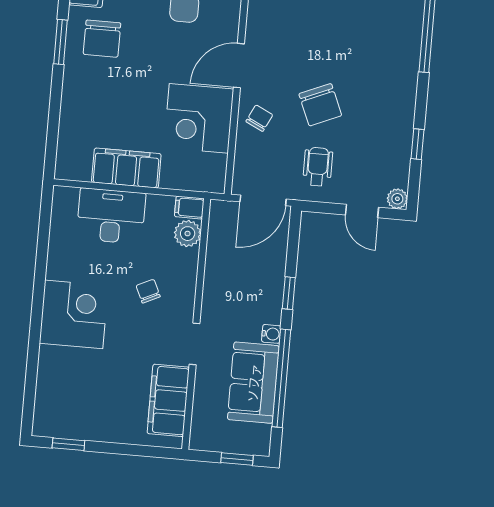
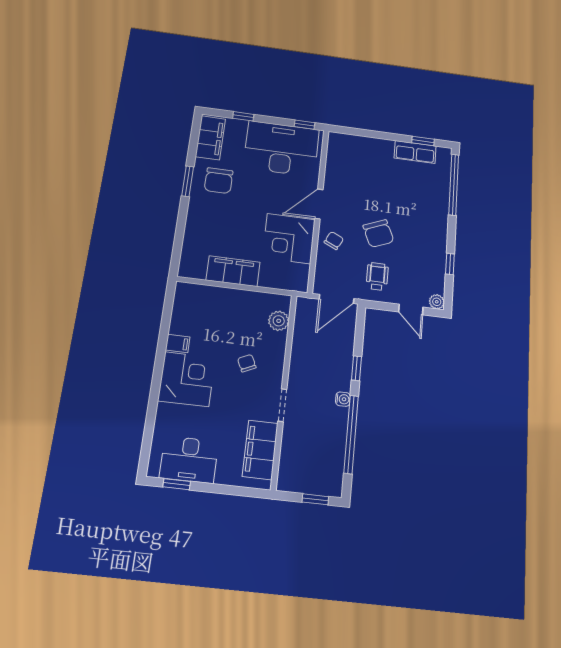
filing cabinet: (189, 208) -> (178, 344), moved, turned 180
desk: (111, 216) -> (189, 460), moved, turned 180
sofa: (253, 383) -> (329, 437), removed

